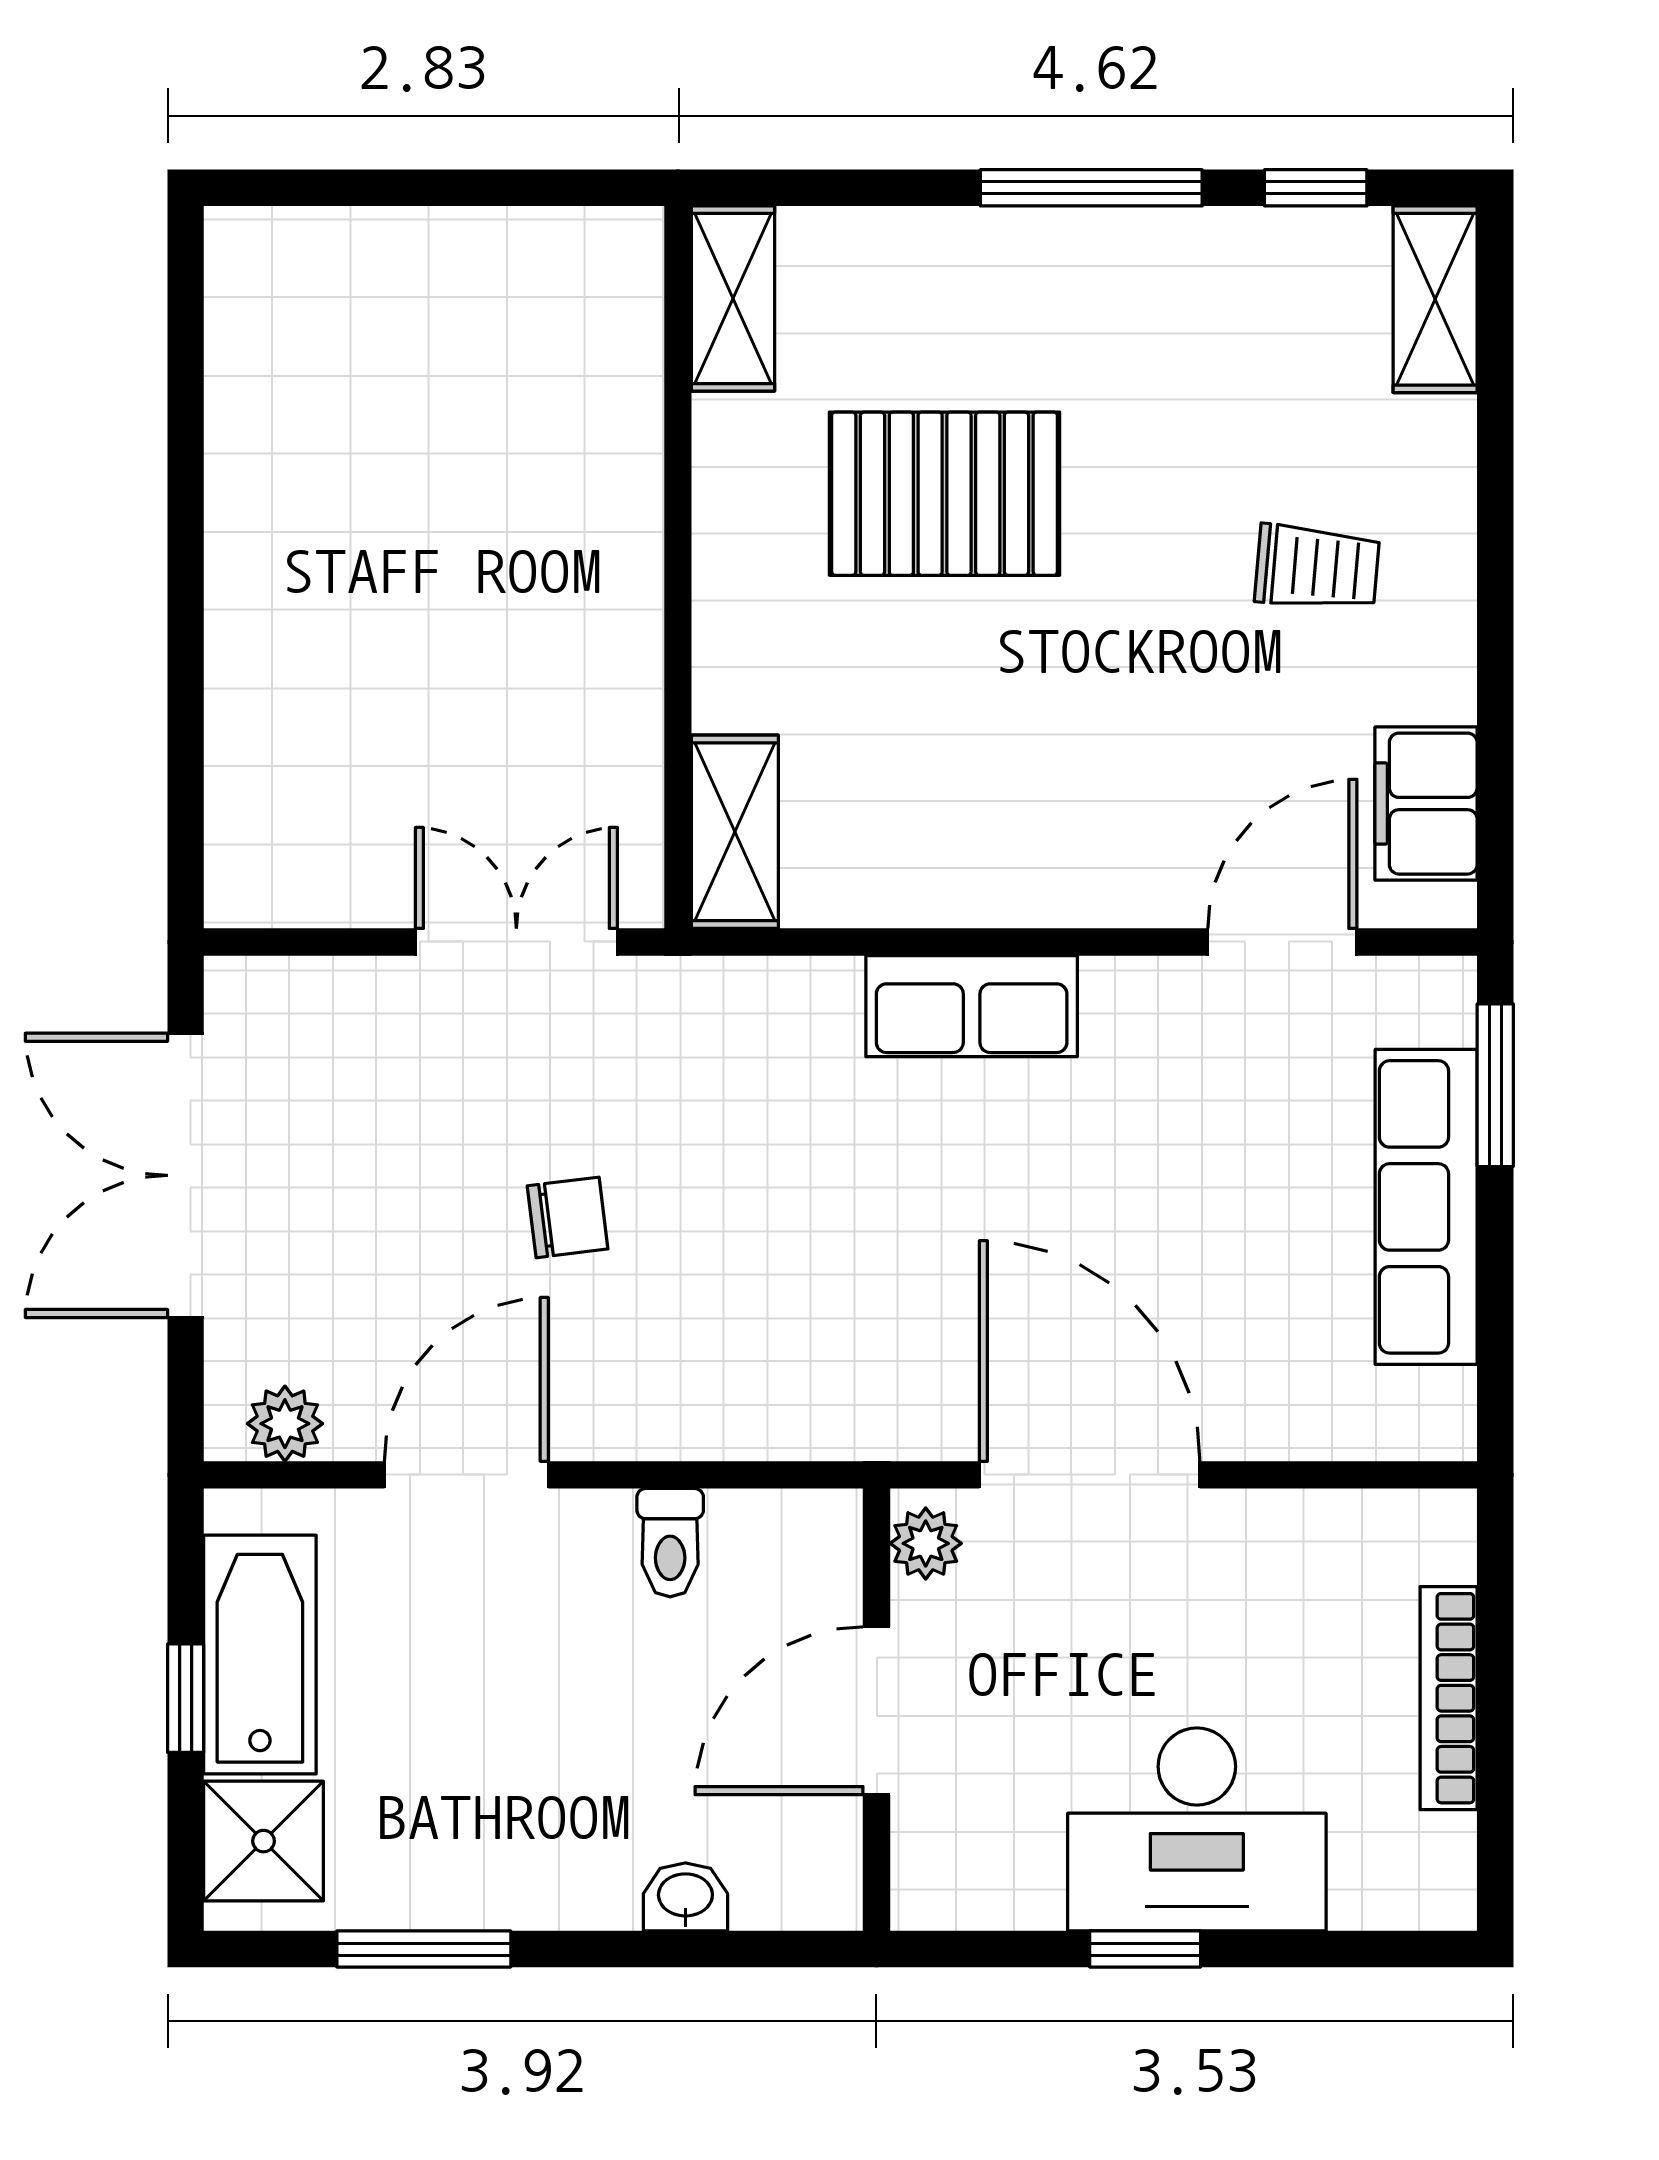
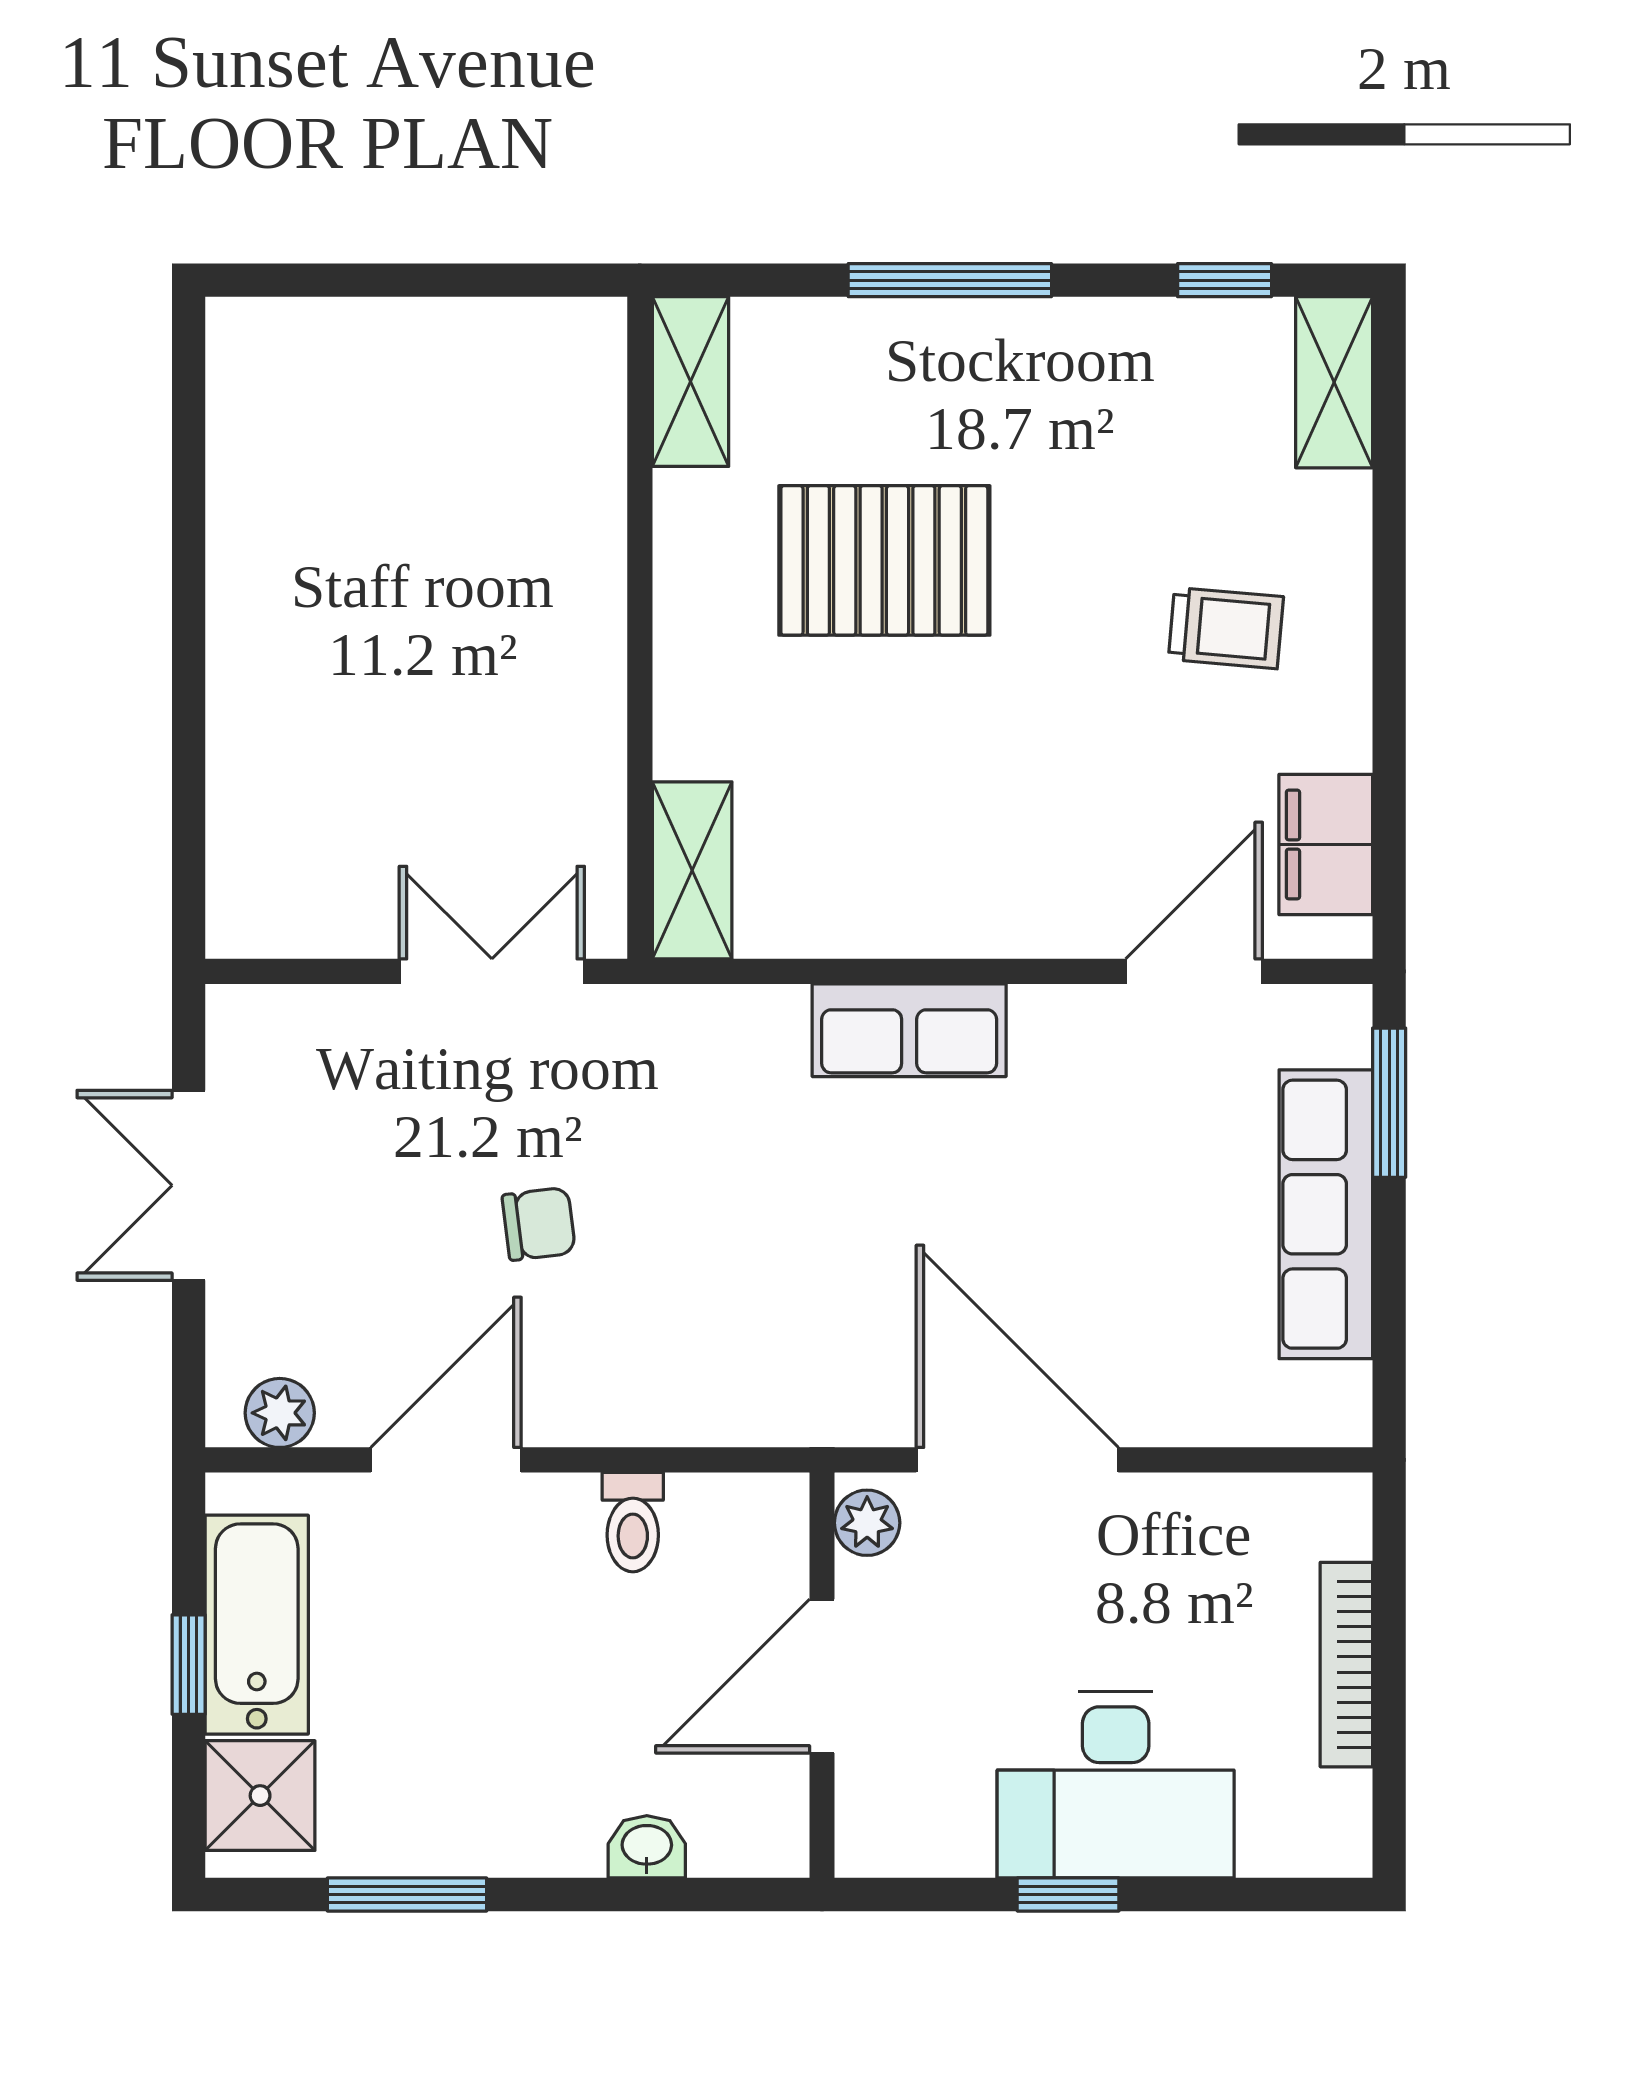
window: (1091, 188) -> (950, 280), moved
double door: (186, 1175) -> (189, 1185), width x0.73

